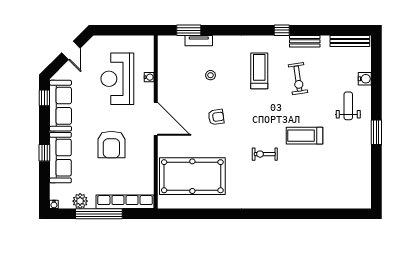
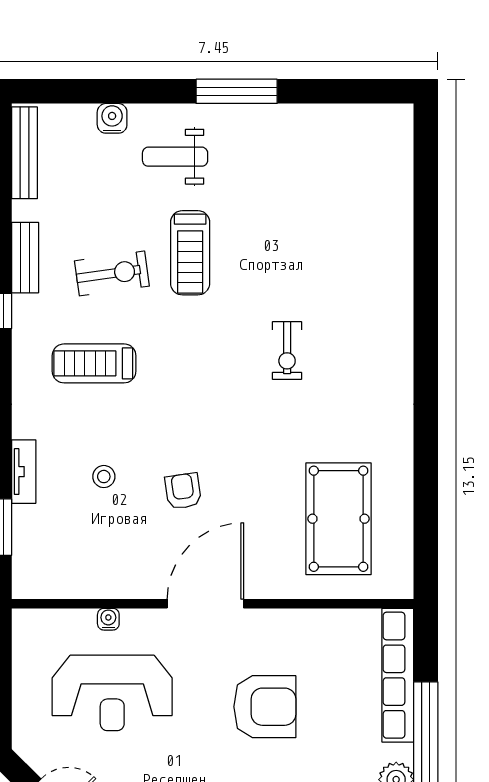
tv unit: (199, 41) -> (24, 472), moved
armchair: (216, 117) -> (183, 491), moved
window: (376, 132) -> (237, 91), width x1.44
treadmill: (305, 136) -> (190, 253), moved
pool table: (192, 176) -> (338, 519), width x0.73, depth x0.76

